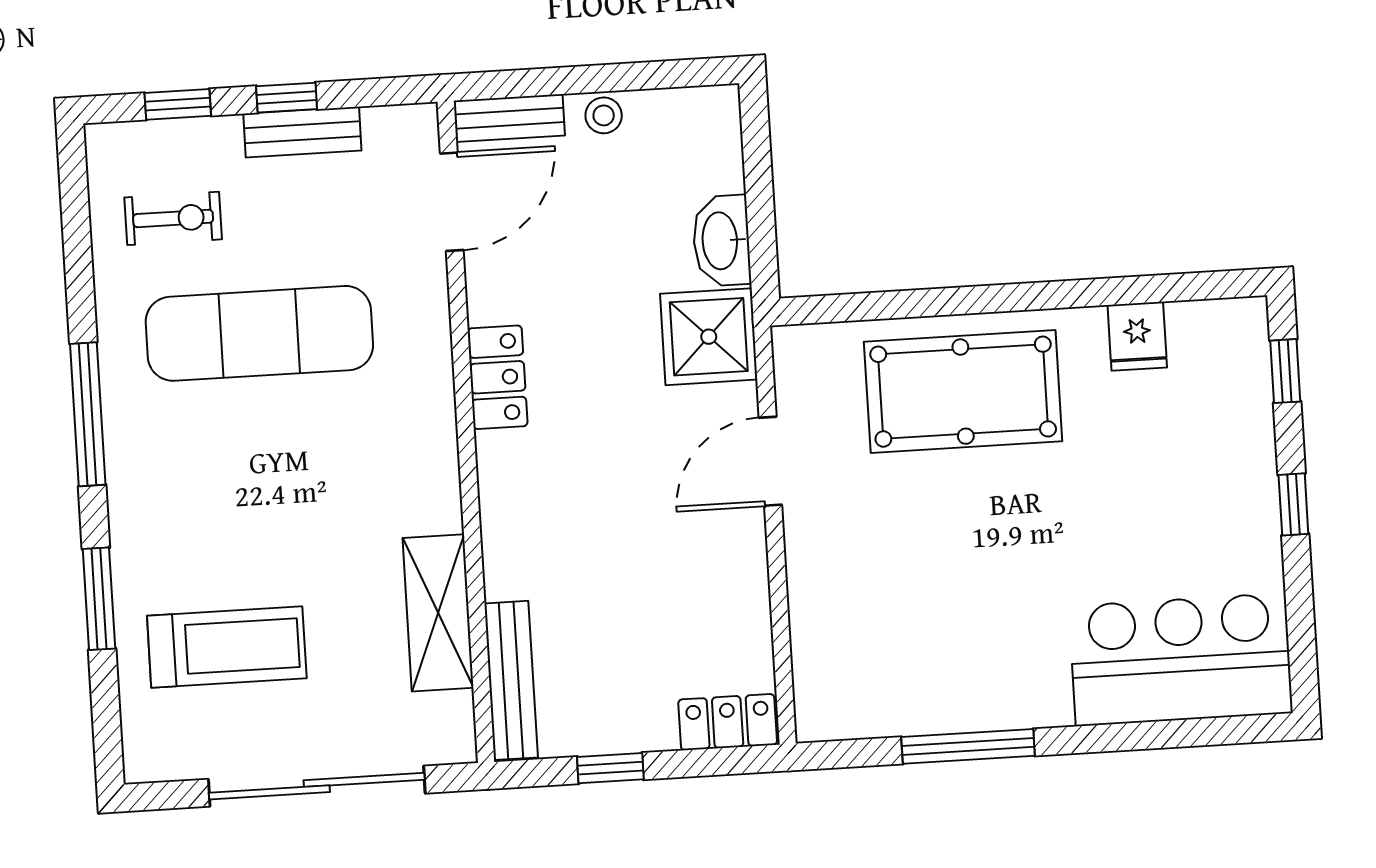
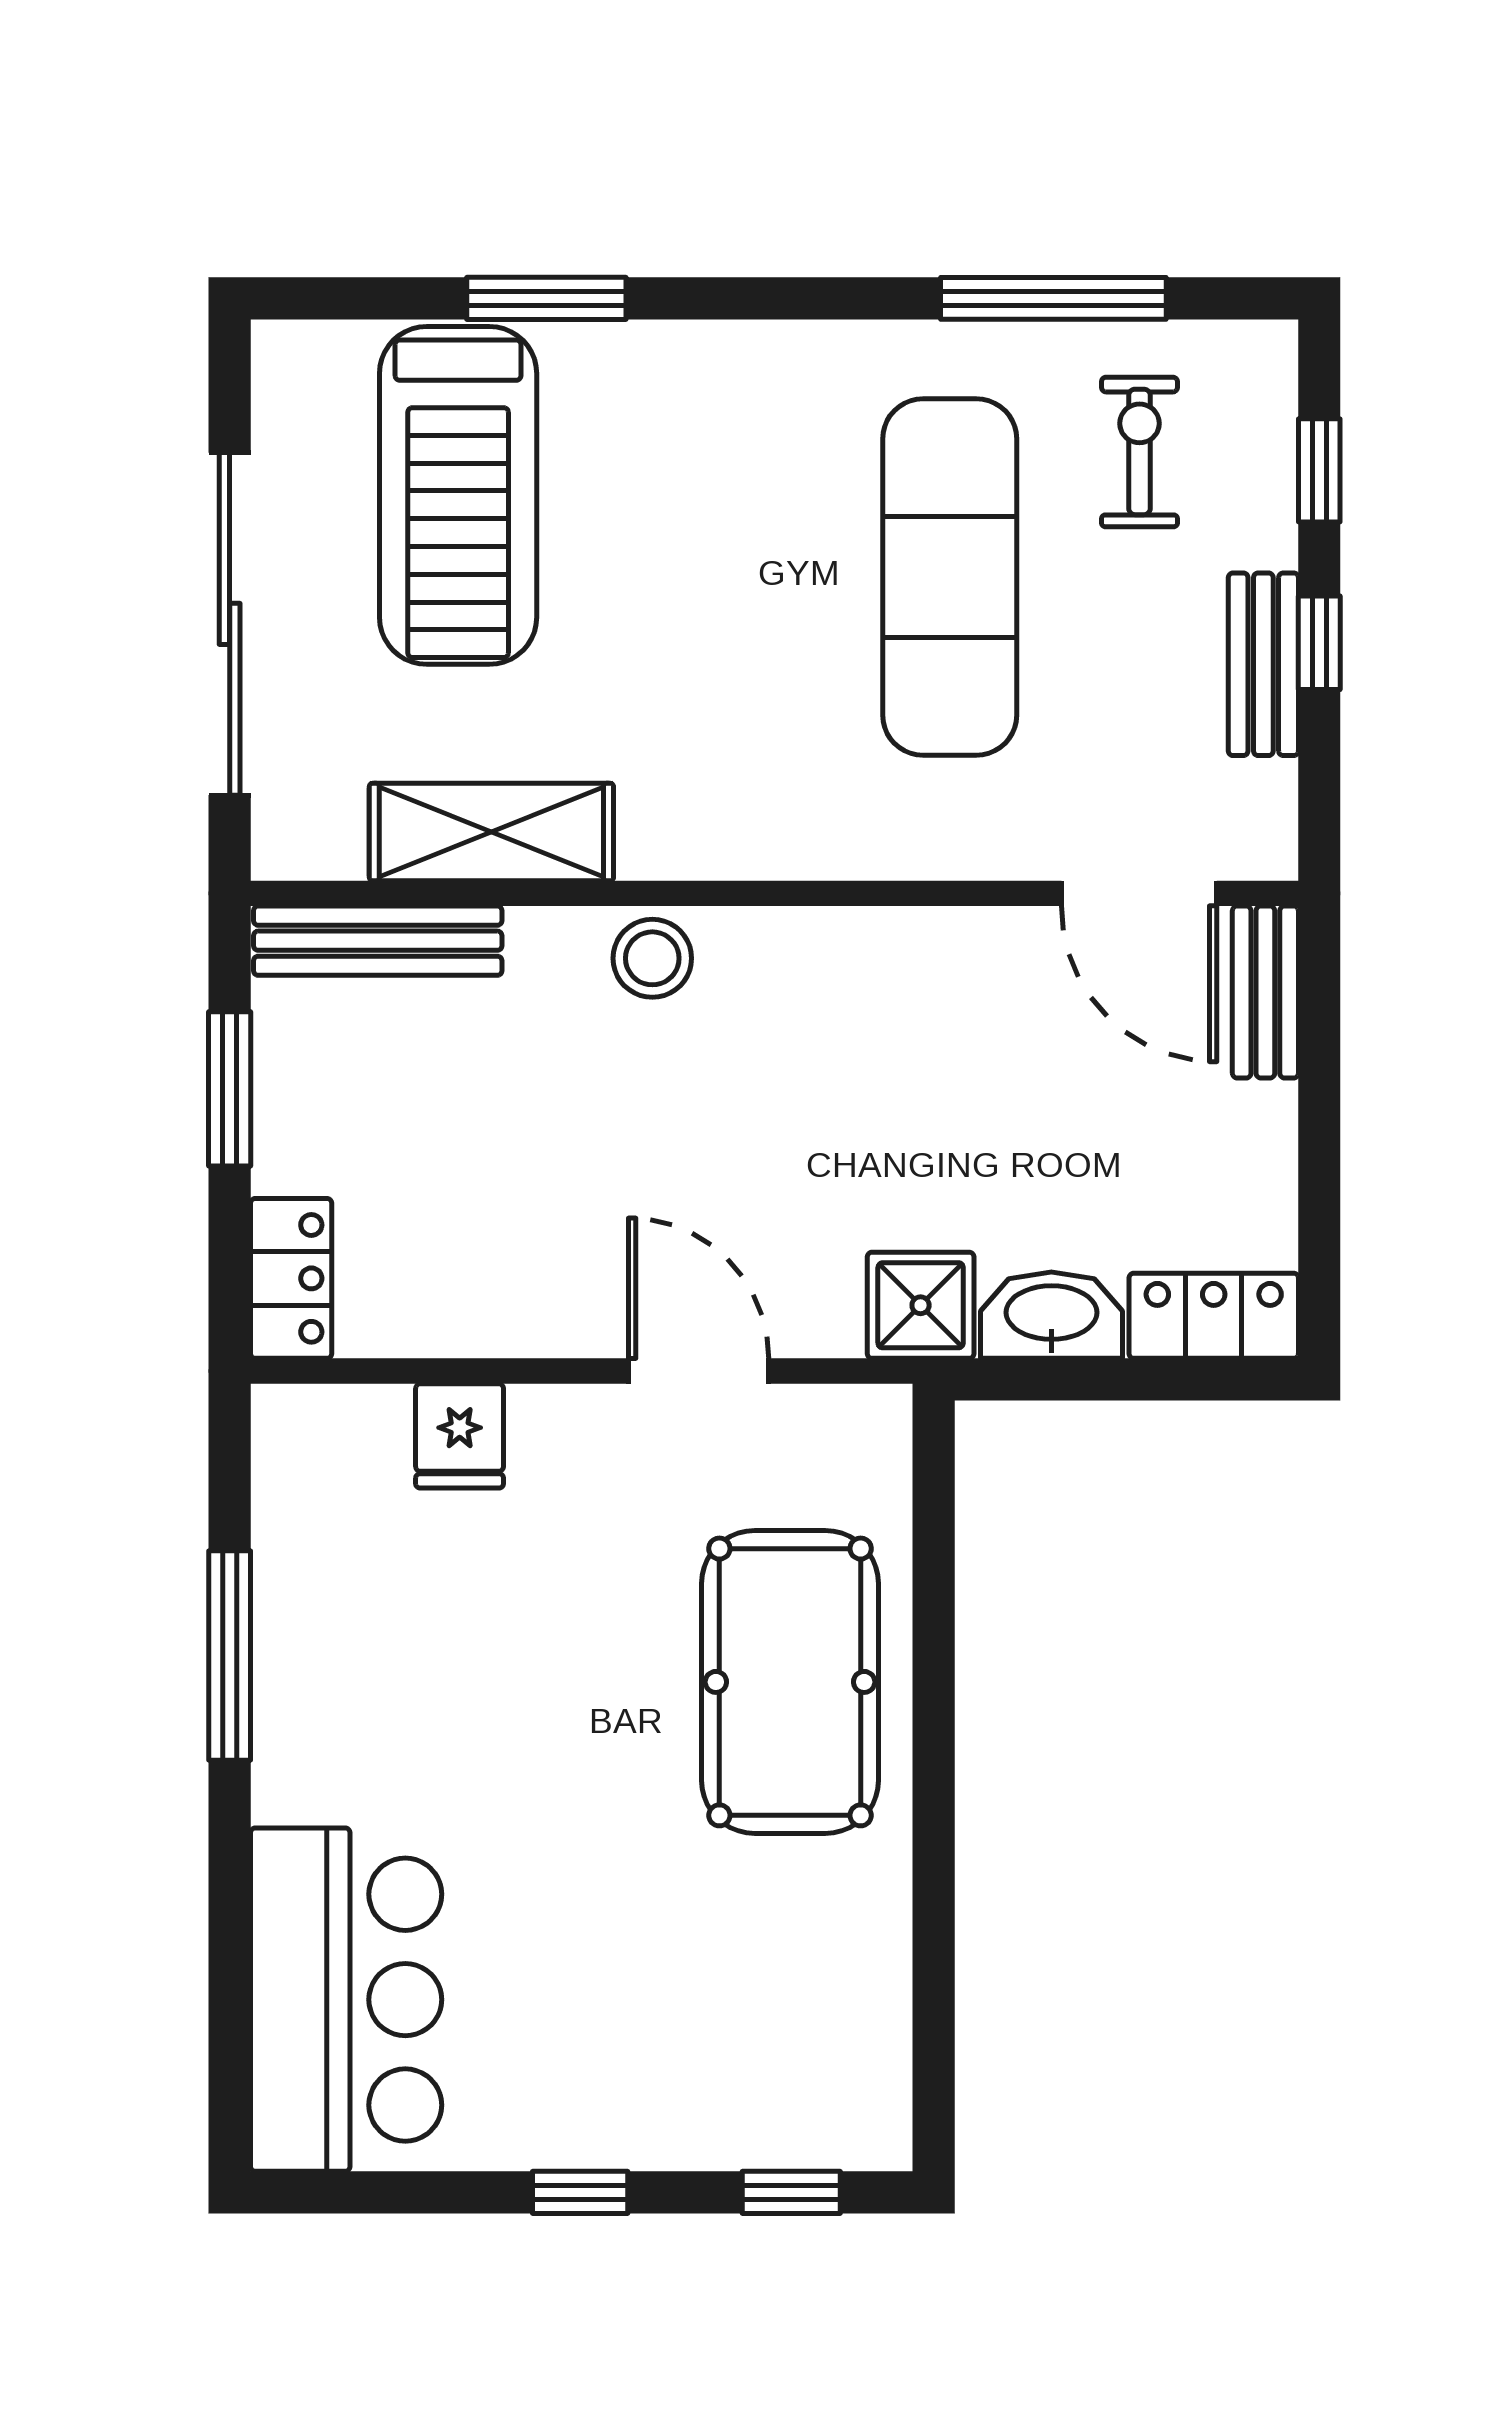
stool: (604, 115) -> (652, 958), moved, width x1.37, depth x1.37
exercise bike: (173, 218) -> (1139, 452), turned 180
fridge: (1137, 336) -> (460, 1436), moved, turned -90
shower: (709, 337) -> (921, 1305), width x0.73, depth x0.73
locker: (498, 377) -> (1214, 1316), moved, turned 180
window: (88, 414) -> (1053, 298), moved
treadmill: (227, 647) -> (458, 495), width x1.37, depth x1.38
window: (610, 768) -> (230, 1089), width x1.50

